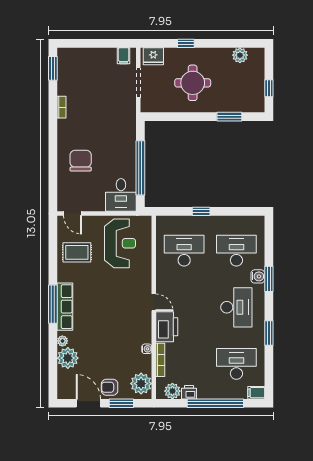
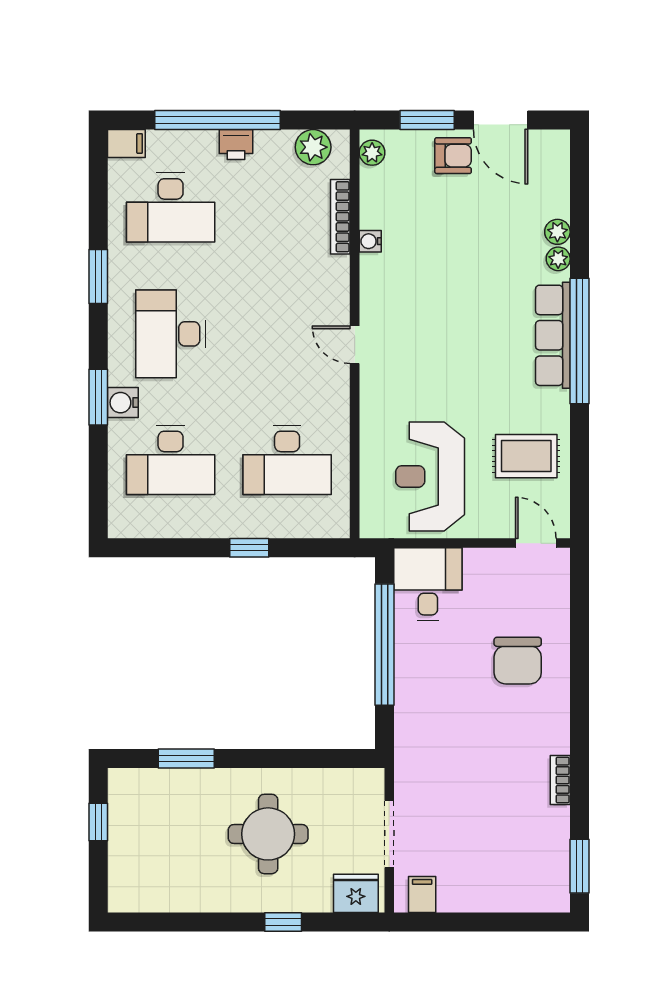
plant: (240, 55) -> (163, 895), removed
window: (53, 304) -> (580, 341), width x1.46
printer: (167, 327) -> (326, 290), removed
plant: (68, 358) -> (557, 232), width x0.53, depth x0.53
plant: (141, 384) -> (372, 153), width x0.53, depth x0.53
printer: (189, 392) -> (236, 144), moved

